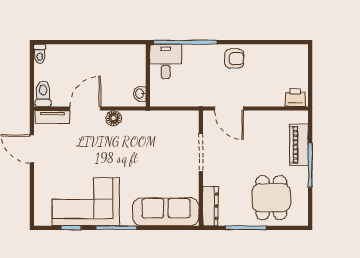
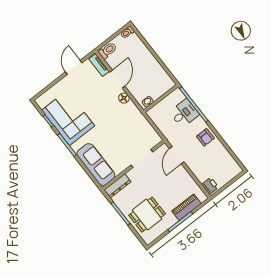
desk: (166, 61) -> (184, 113), moved
door: (85, 108) -> (117, 79), hinge flipped

